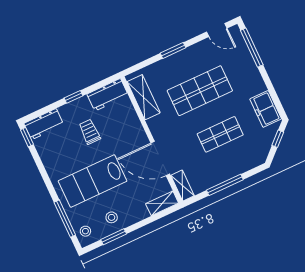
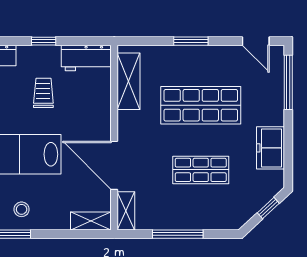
freezer: (266, 109) -> (270, 148), moved

